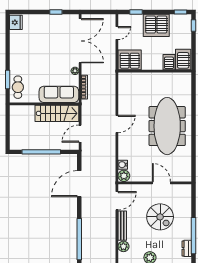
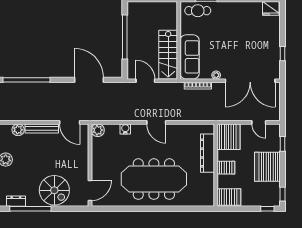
server rack: (169, 62) -> (226, 168), moved
dresser: (144, 79) -> (207, 153), added
water cooler: (123, 165) -> (125, 129), moved
door: (161, 183) -> (90, 191), moved
spiral stairs: (160, 217) -> (54, 190), moved, turned -90

